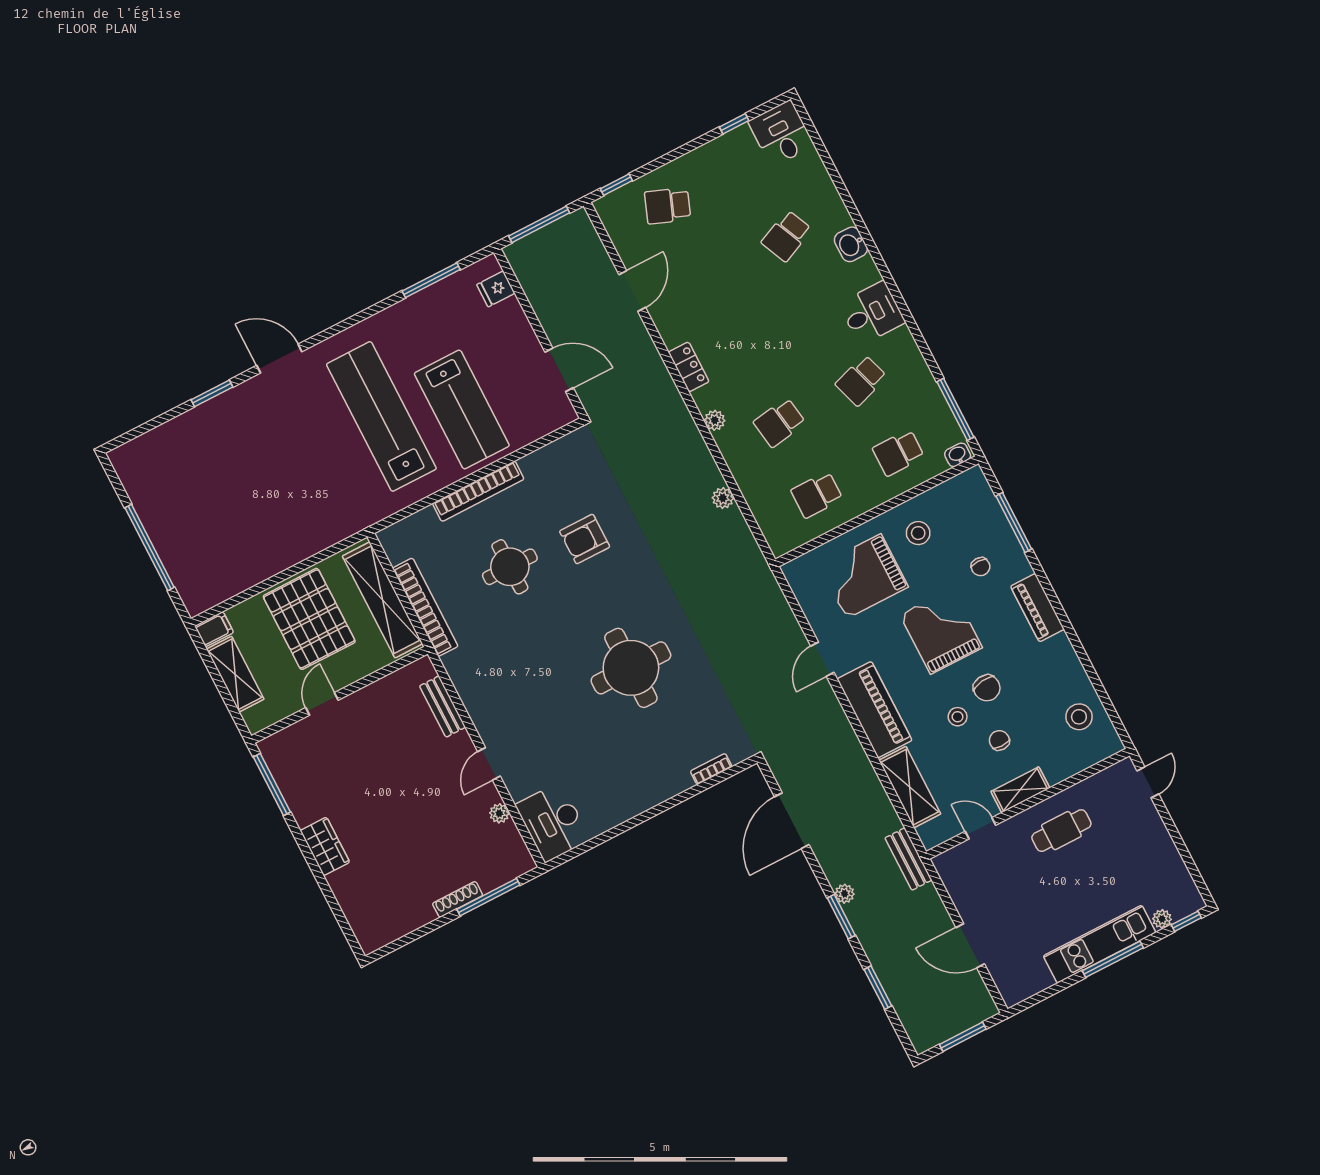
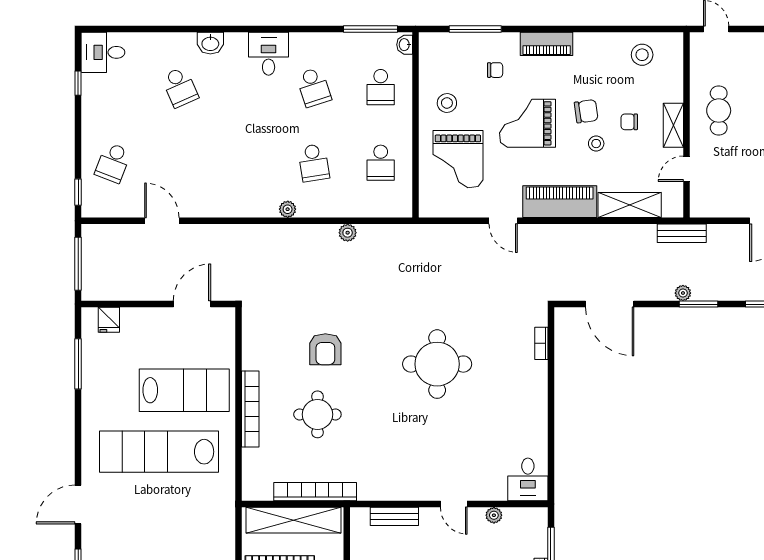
locker: (689, 367) -> (239, 208), removed
desk: (553, 822) -> (528, 479), width x0.73

